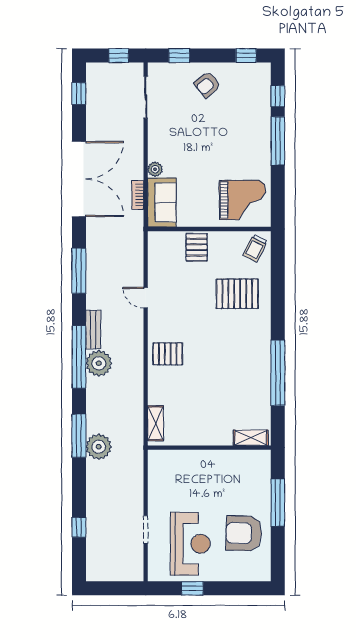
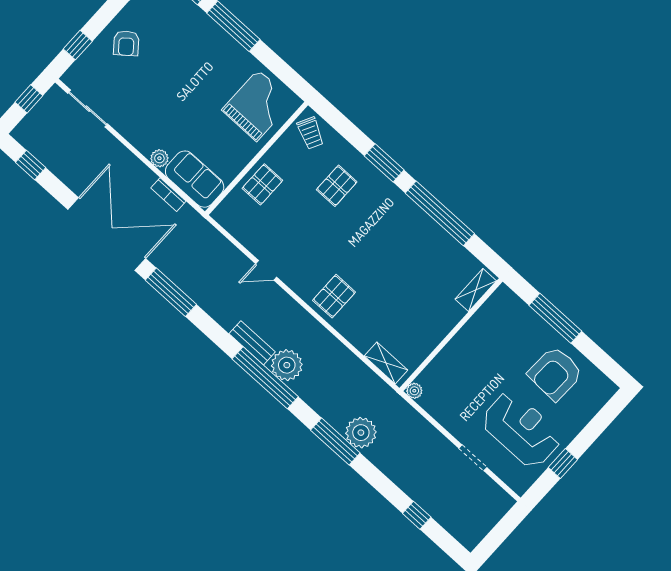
pallet: (197, 247) -> (262, 184), turned 90
window: (79, 271) -> (171, 292), moved
pallet: (237, 294) -> (337, 186), width x0.67, depth x0.71
window: (278, 310) -> (384, 163), added
plant: (154, 456) -> (414, 391), added

